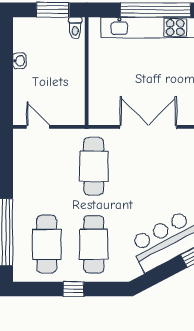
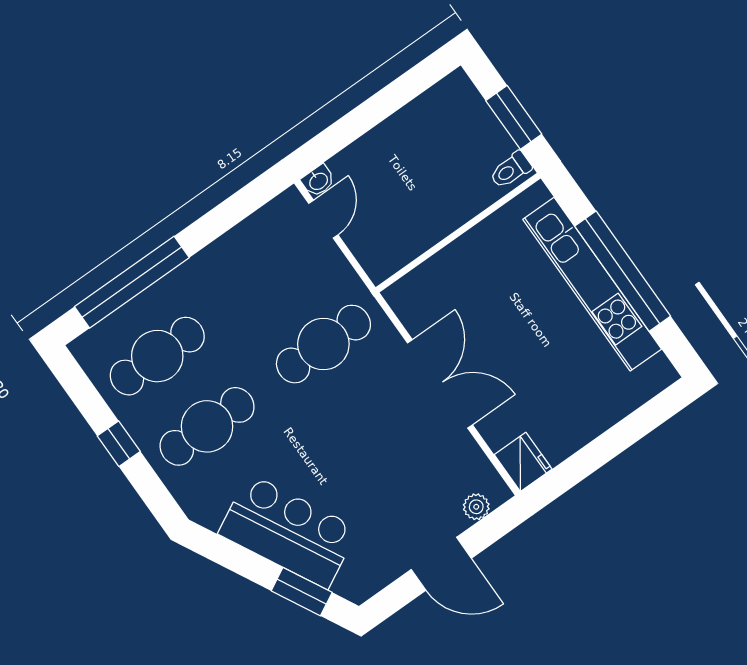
washbasin: (19, 61) -> (318, 181), moved

